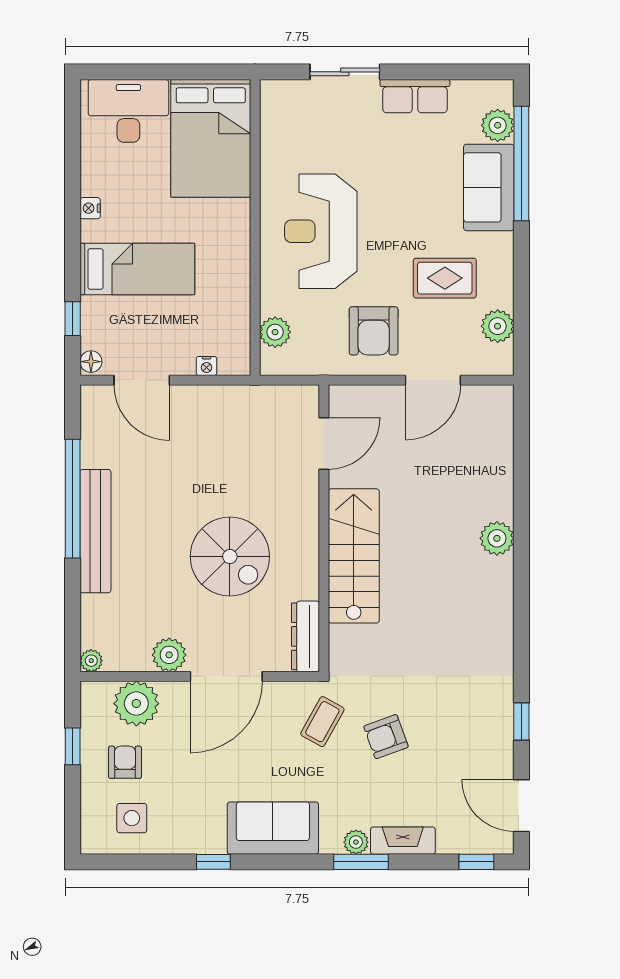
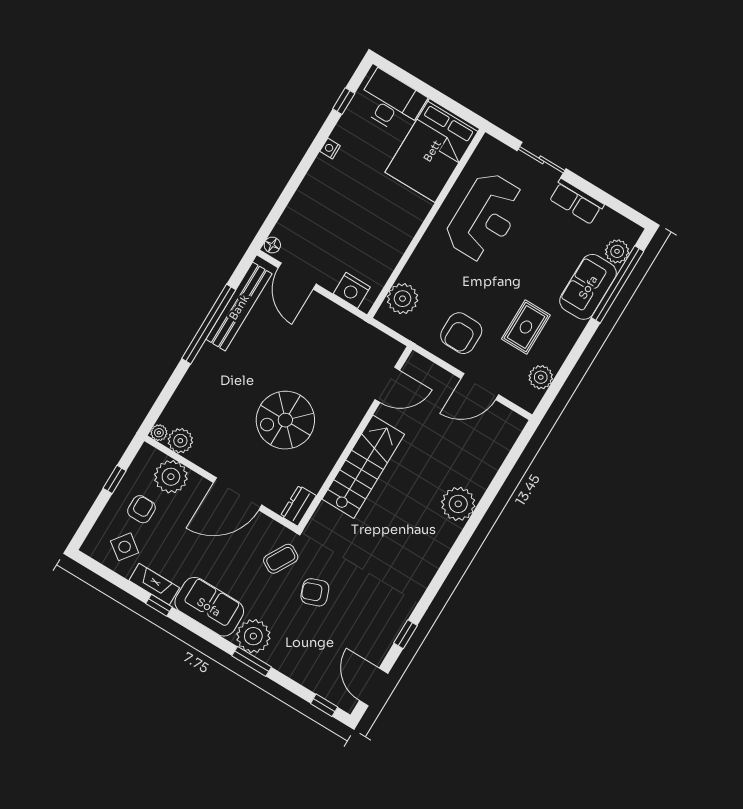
reception desk: (321, 231) -> (485, 217), moved, turned 180
bed: (137, 269) -> (337, 205), removed
rug: (445, 278) -> (526, 327), turned 90
window: (73, 319) -> (344, 101), moved
plant: (275, 332) -> (403, 299), width x1.36, depth x1.36
nightstand: (207, 366) -> (352, 290), width x1.89, depth x1.79
bench: (95, 531) -> (239, 307), moved
plant: (497, 538) -> (458, 504), width x1.36, depth x1.36
spiral stairs: (230, 557) -> (285, 420), turned 90
dresser: (306, 636) -> (298, 506), width x0.70
plant: (169, 655) -> (180, 441), moved
side table: (132, 818) -> (125, 547), turned 37
fireplace: (403, 841) -> (154, 584), moved
plant: (356, 842) -> (253, 636), width x1.88, depth x1.88

